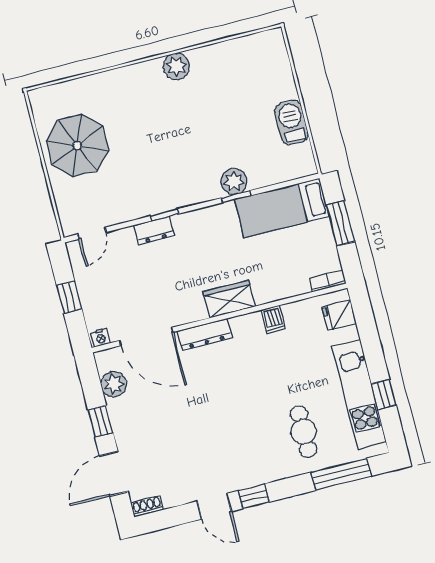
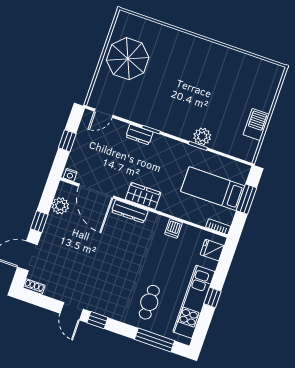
plant: (176, 66) -> (212, 51), removed
bed: (282, 208) -> (213, 189), moved
wardrobe: (229, 299) -> (143, 196), moved
window: (384, 394) -> (212, 298), moved

